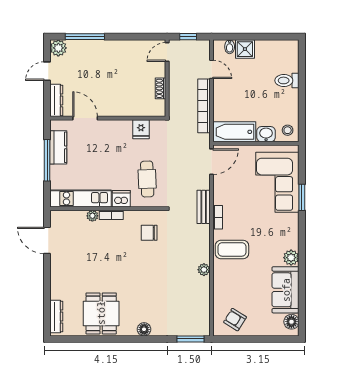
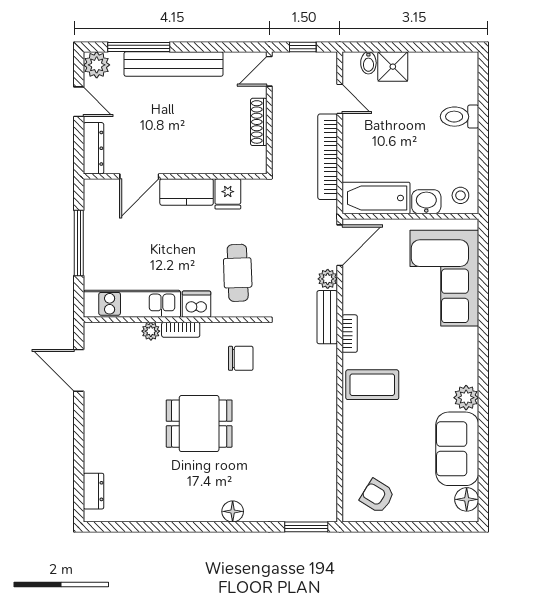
bench: (107, 47) -> (174, 64), added
door: (47, 71) -> (79, 102), swing flipped
shoe rack: (160, 88) -> (259, 122), width x1.43
door: (85, 118) -> (139, 176), swing flipped
kitchen counter: (58, 147) -> (187, 192), moved, turned 90
window: (302, 197) -> (483, 302), removed
chair: (149, 233) -> (241, 358), turned 180
plant: (204, 270) -> (328, 279), moved
dining table: (101, 313) -> (199, 424), moved, turned 90
dresser: (56, 316) -> (94, 491), width x0.70

